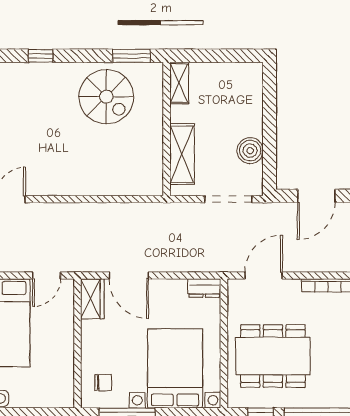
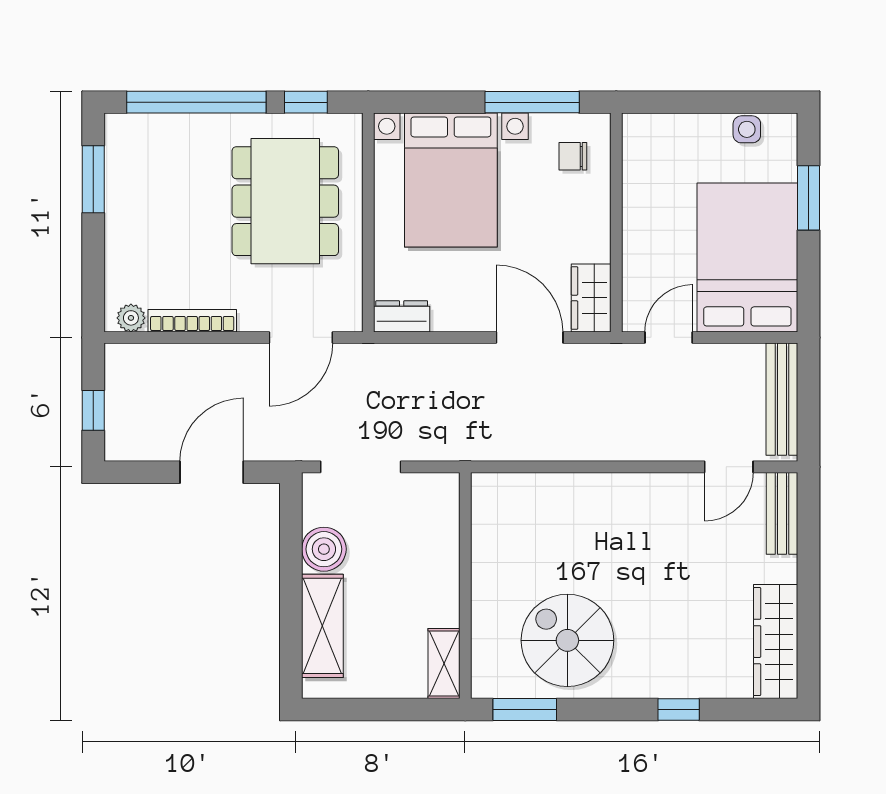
shelving: (182, 154) -> (322, 626), moved
dining table: (273, 356) -> (285, 201), turned 90

